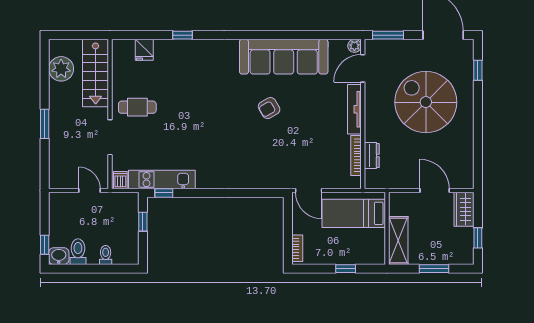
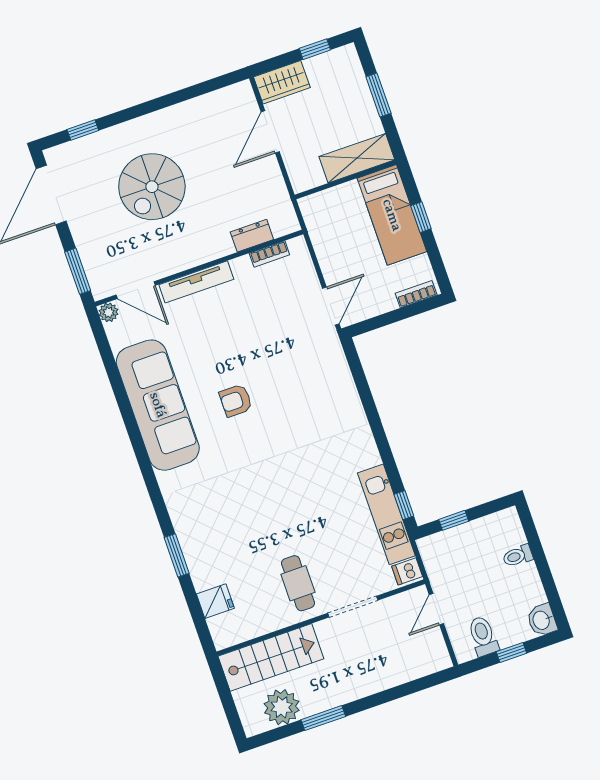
window: (183, 35) -> (177, 555), width x1.50
spiral stairs: (426, 102) -> (152, 187), width x0.73, depth x0.73
armchair: (269, 108) -> (236, 401), turned 120
window: (45, 124) -> (323, 718), moved
bookcase: (356, 155) -> (269, 254), width x0.64
bed: (354, 213) -> (392, 215), moved
window: (45, 245) -> (511, 652), moved
toilet: (78, 252) -> (483, 636), moved, turned 90

